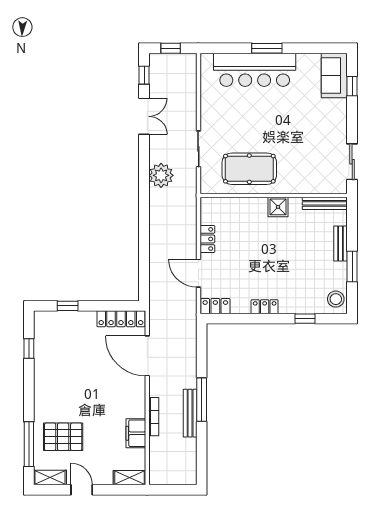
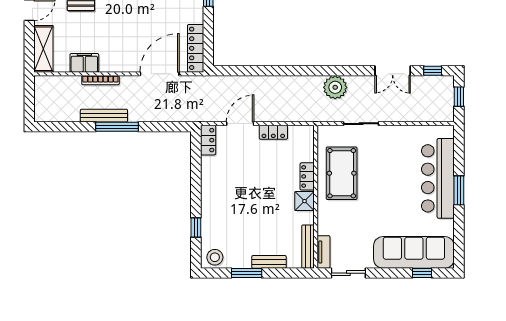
sofa: (334, 75) -> (414, 252), width x1.85, depth x1.27
tv unit: (330, 187) -> (323, 252), added
locker: (265, 307) -> (307, 176), moved, turned 180
shelving: (130, 478) -> (43, 49), width x1.50, depth x1.33

